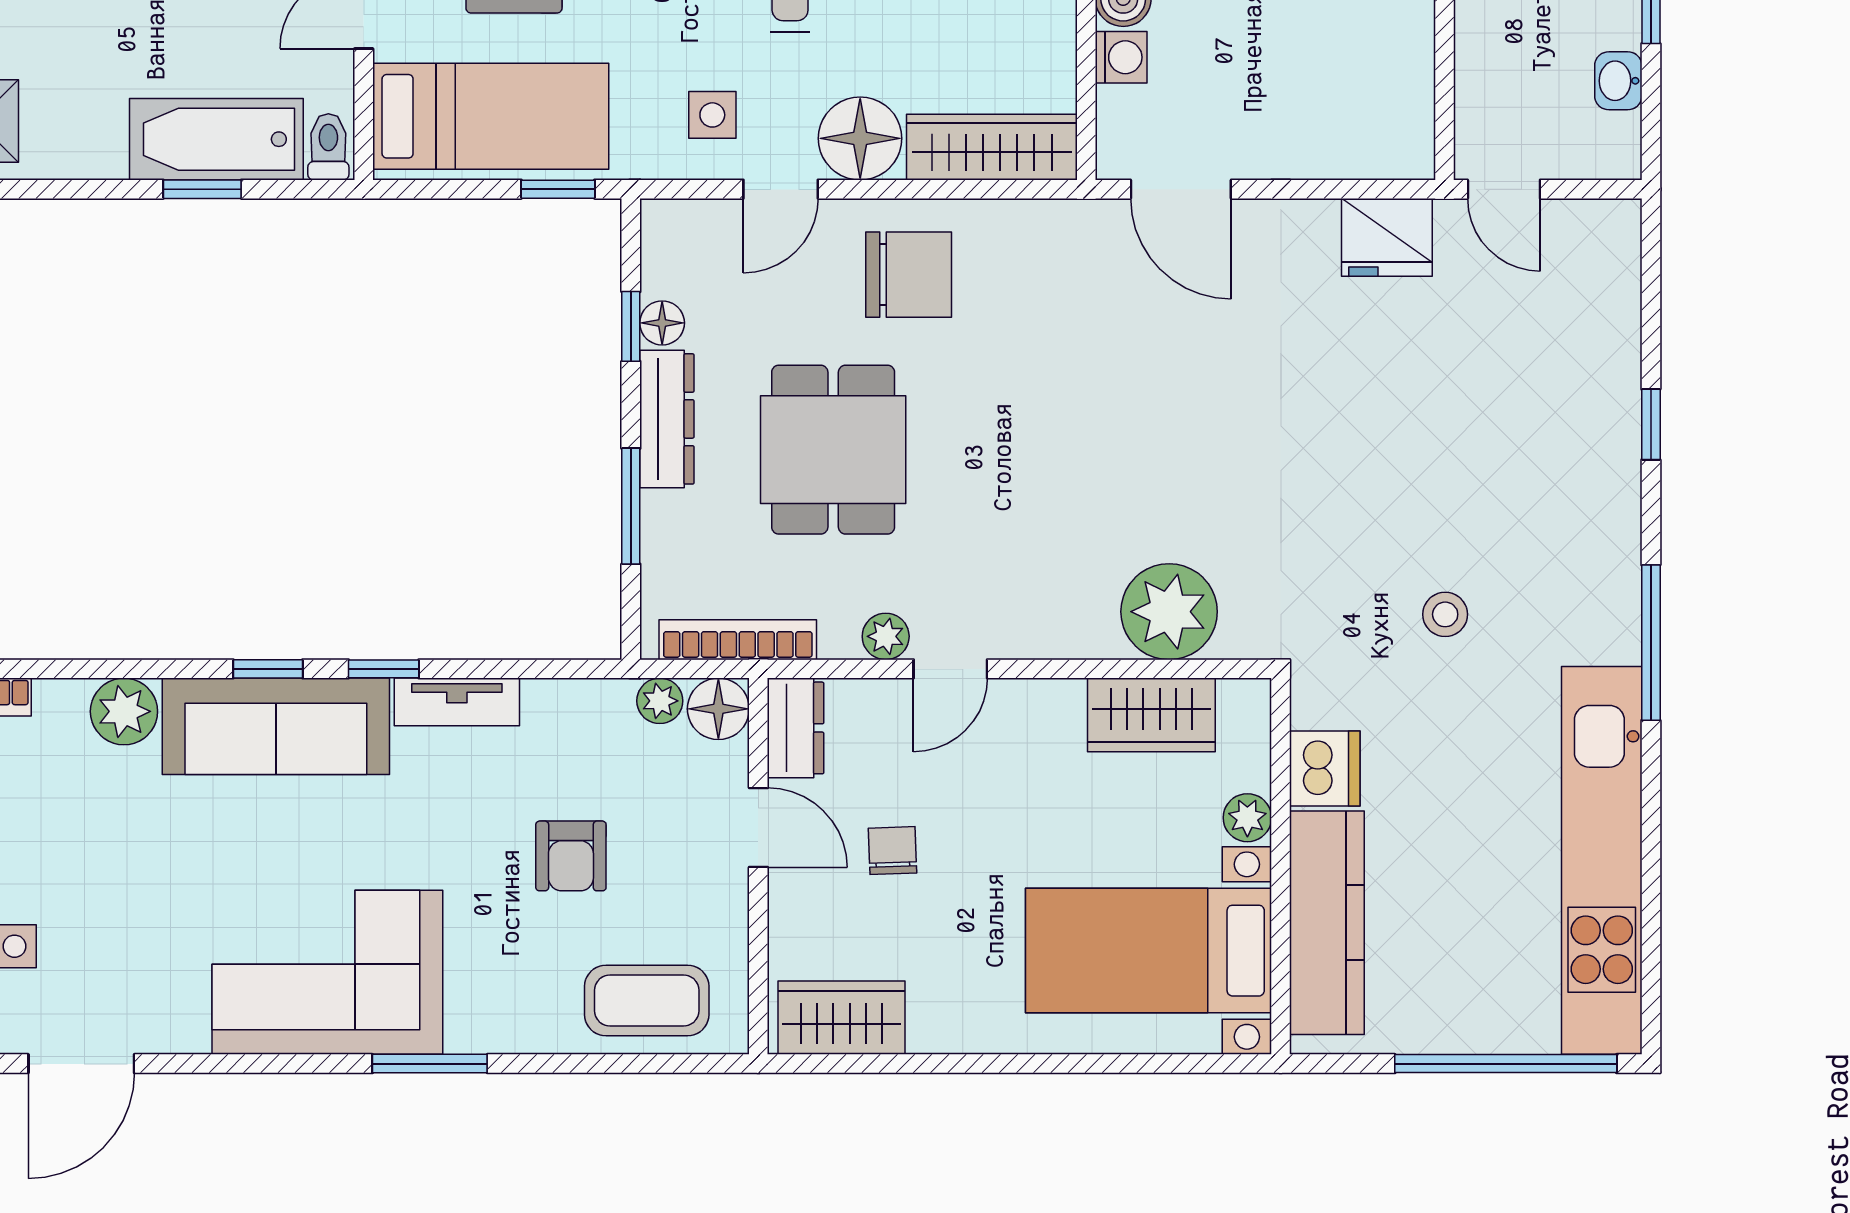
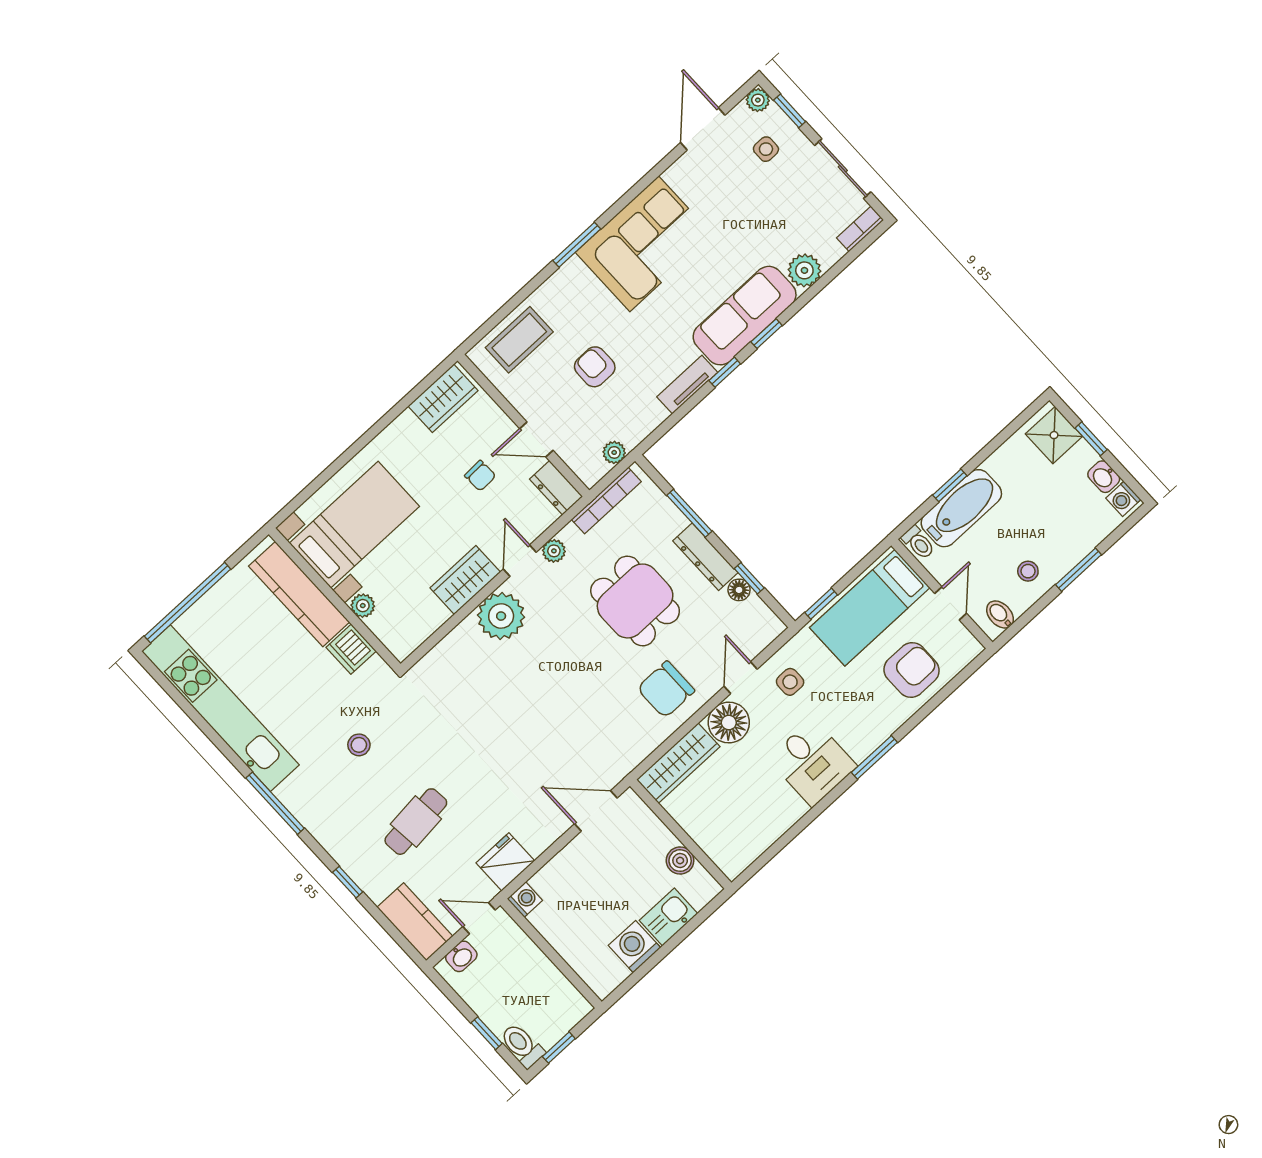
washing machine: (1121, 57) -> (525, 900), moved, turned 180
washbasin: (1618, 81) -> (461, 956), moved, turned 90
kitchen counter: (1605, 272) -> (415, 922), added
cafe table: (1465, 421) -> (416, 822), added
plant: (1169, 612) -> (501, 616), moved
floor lamp: (718, 709) -> (590, 469), removed
wardrobe: (1151, 715) -> (465, 580), moved

